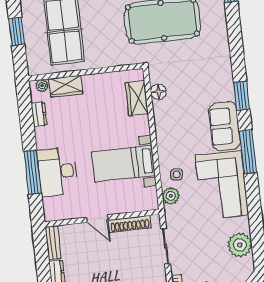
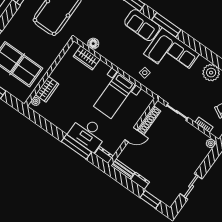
dresser: (39, 114) -> (104, 155), moved
plant: (171, 196) -> (153, 86), removed

